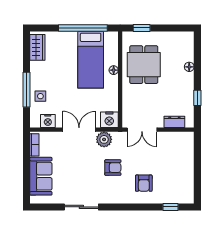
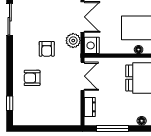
window: (197, 98) -> (112, 128), width x2.17
double door: (142, 130) -> (82, 76), swing flipped

